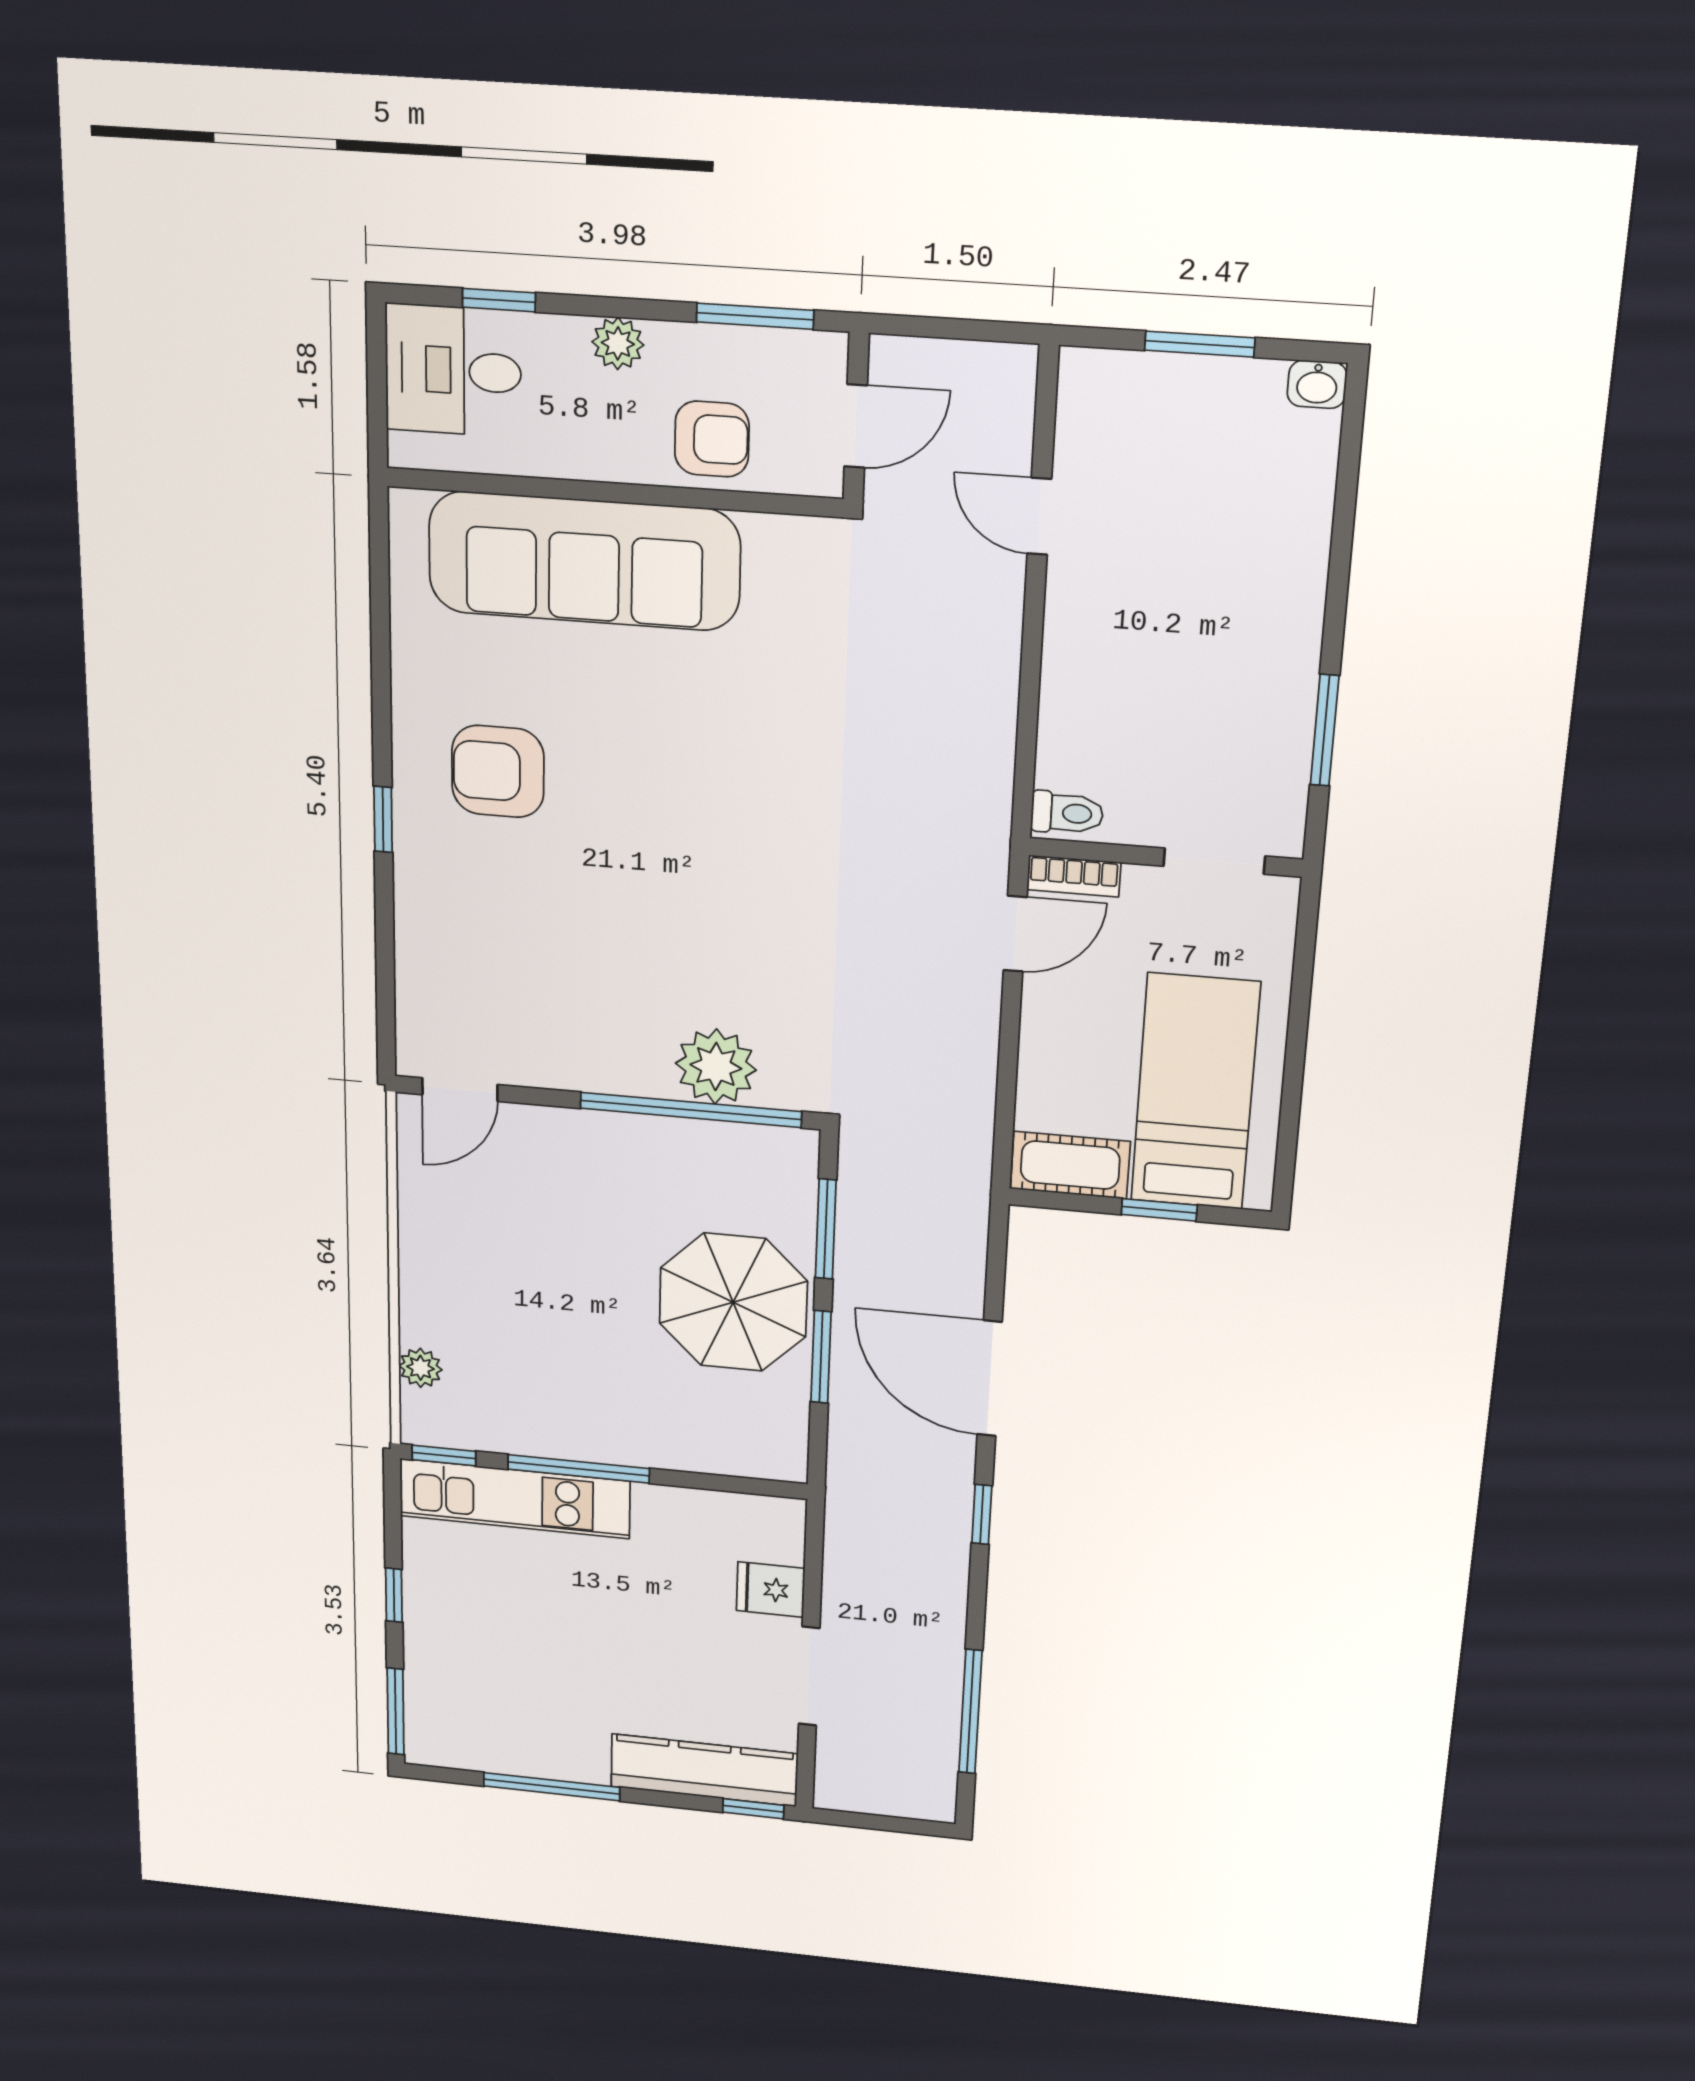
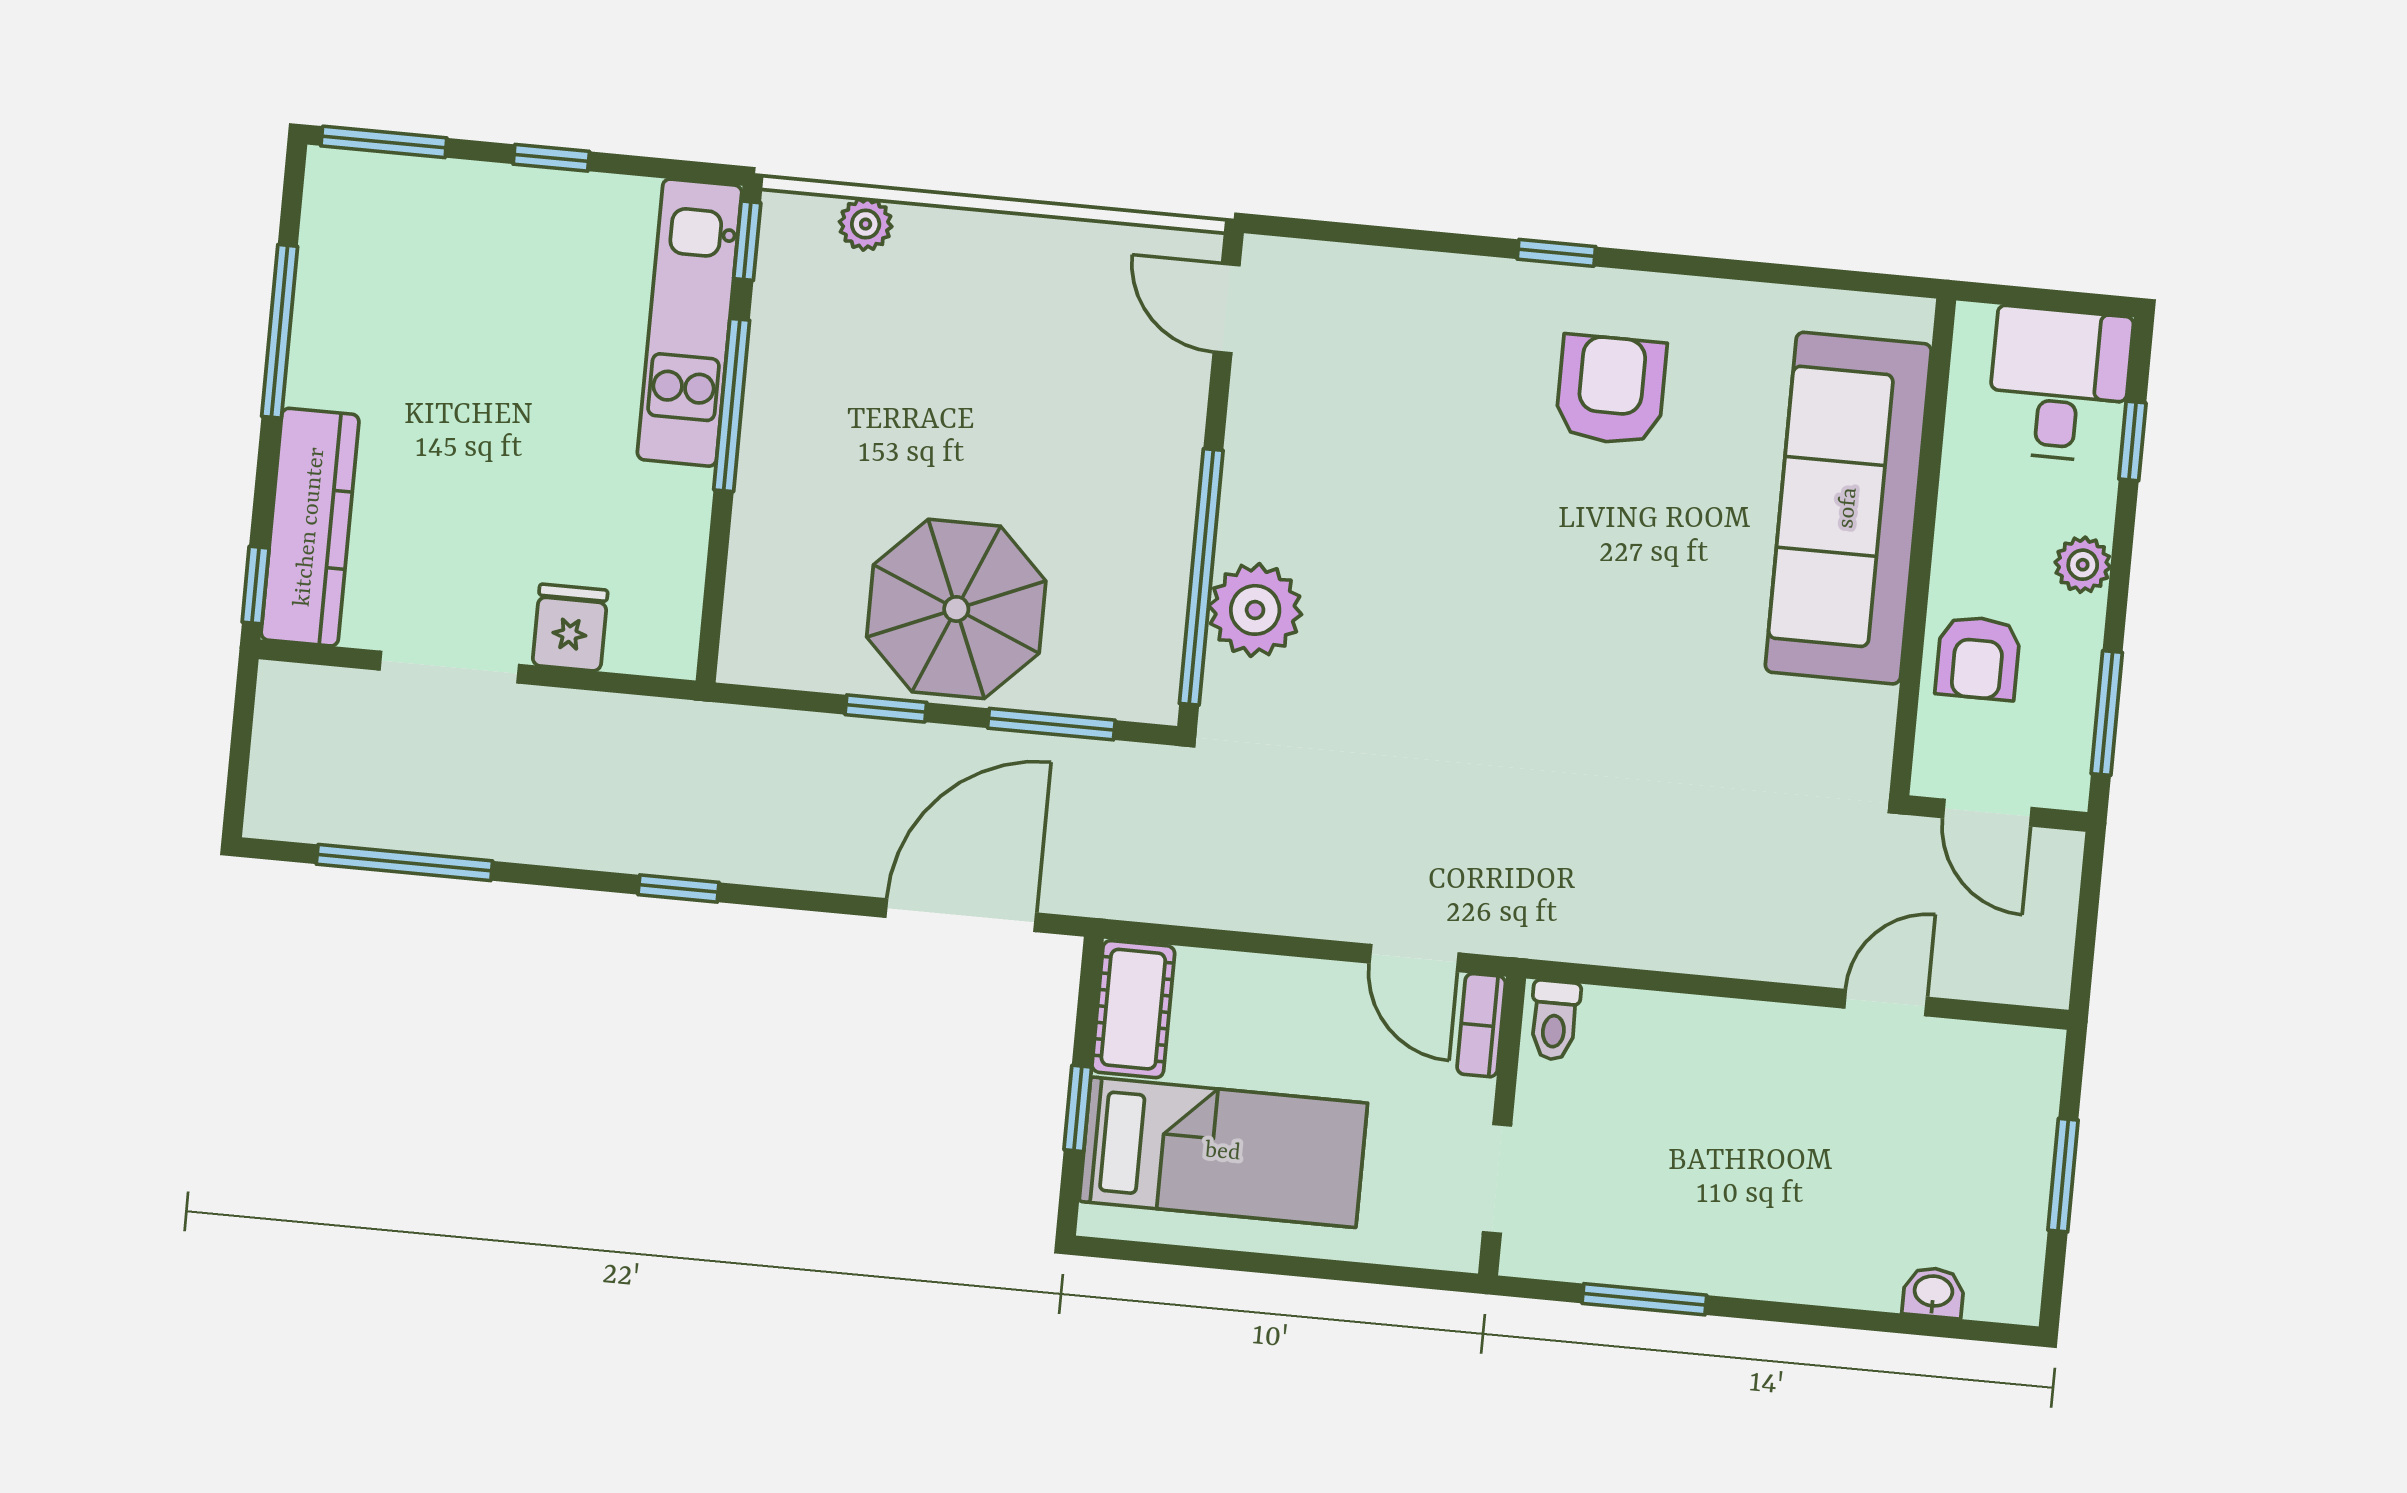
washbasin: (1317, 384) -> (1933, 1292), moved, turned 90
window: (821, 1357) -> (886, 708), width x0.67
door: (990, 1378) -> (961, 915), moved

